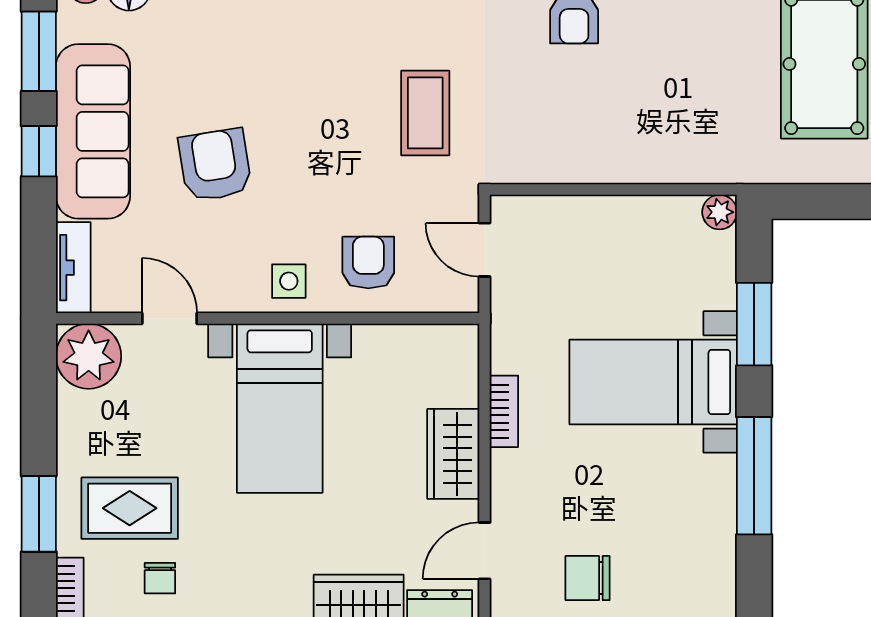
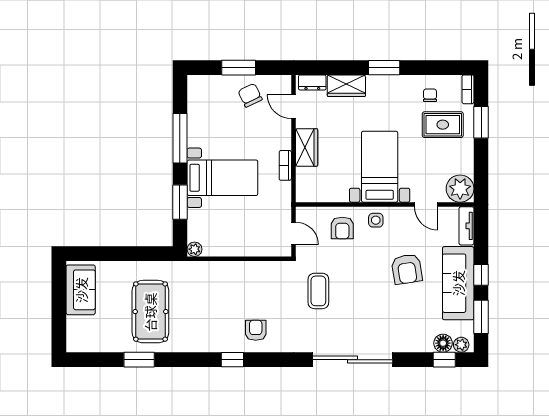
door: (484, 551) -> (293, 107), swing flipped
chair: (588, 578) -> (250, 95), turned -116

